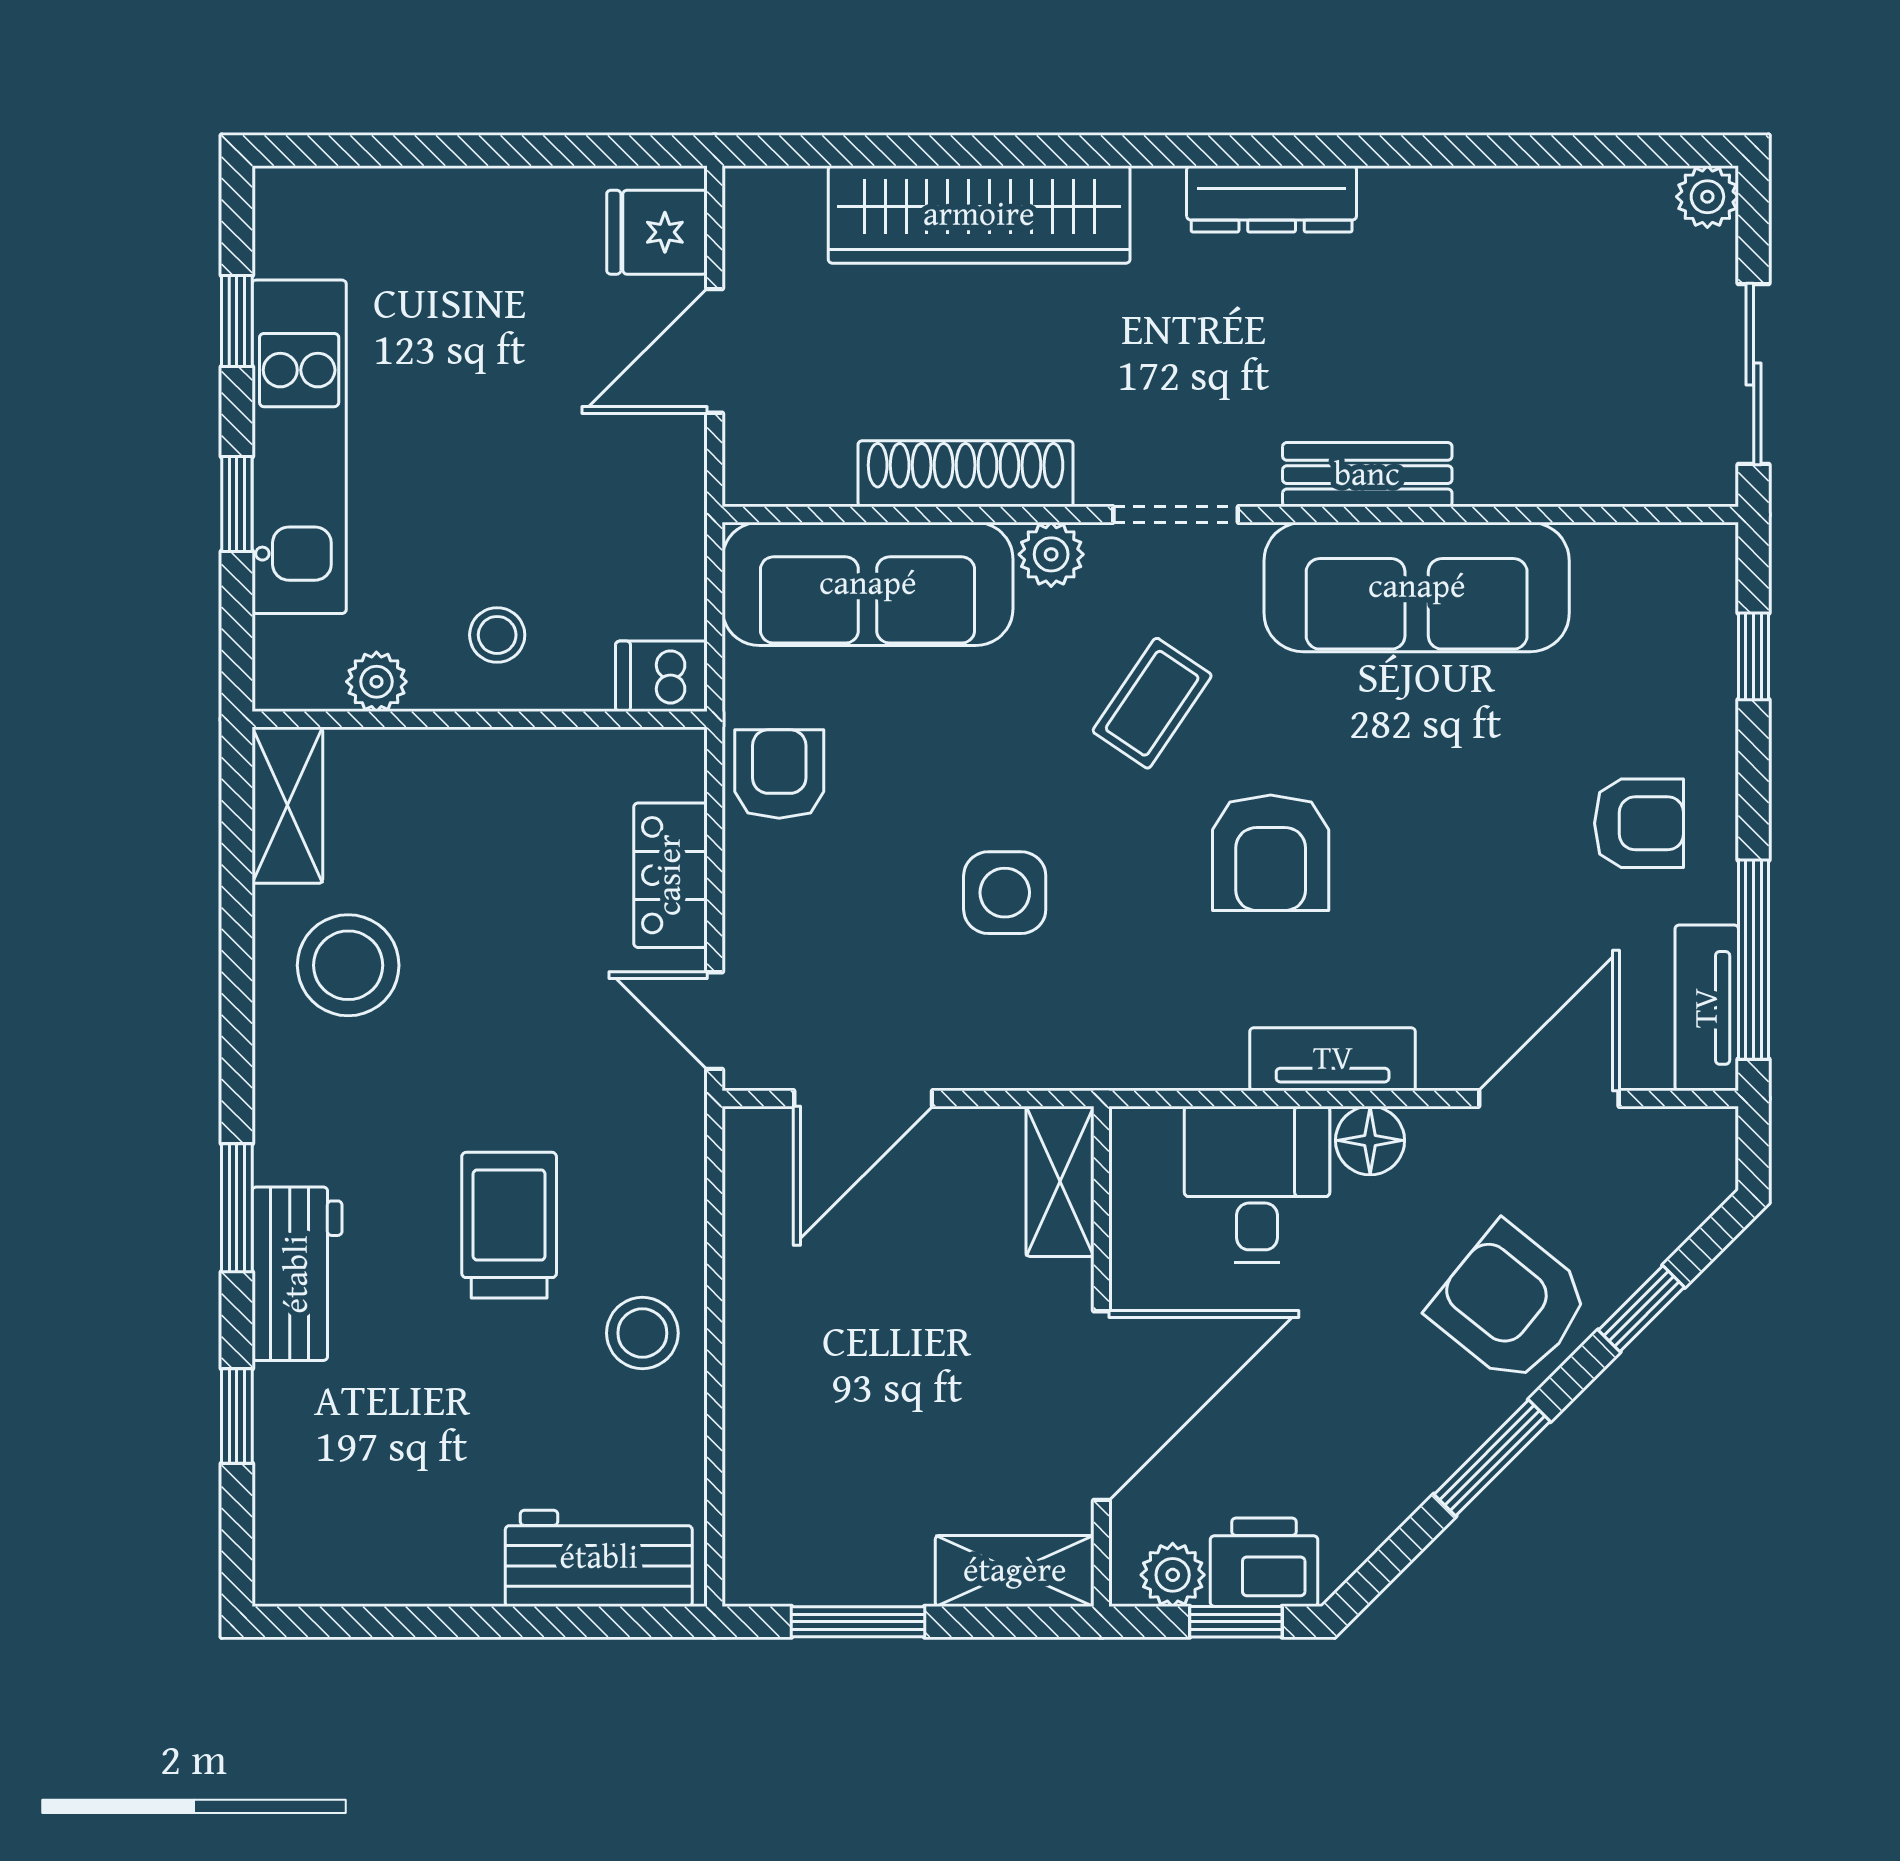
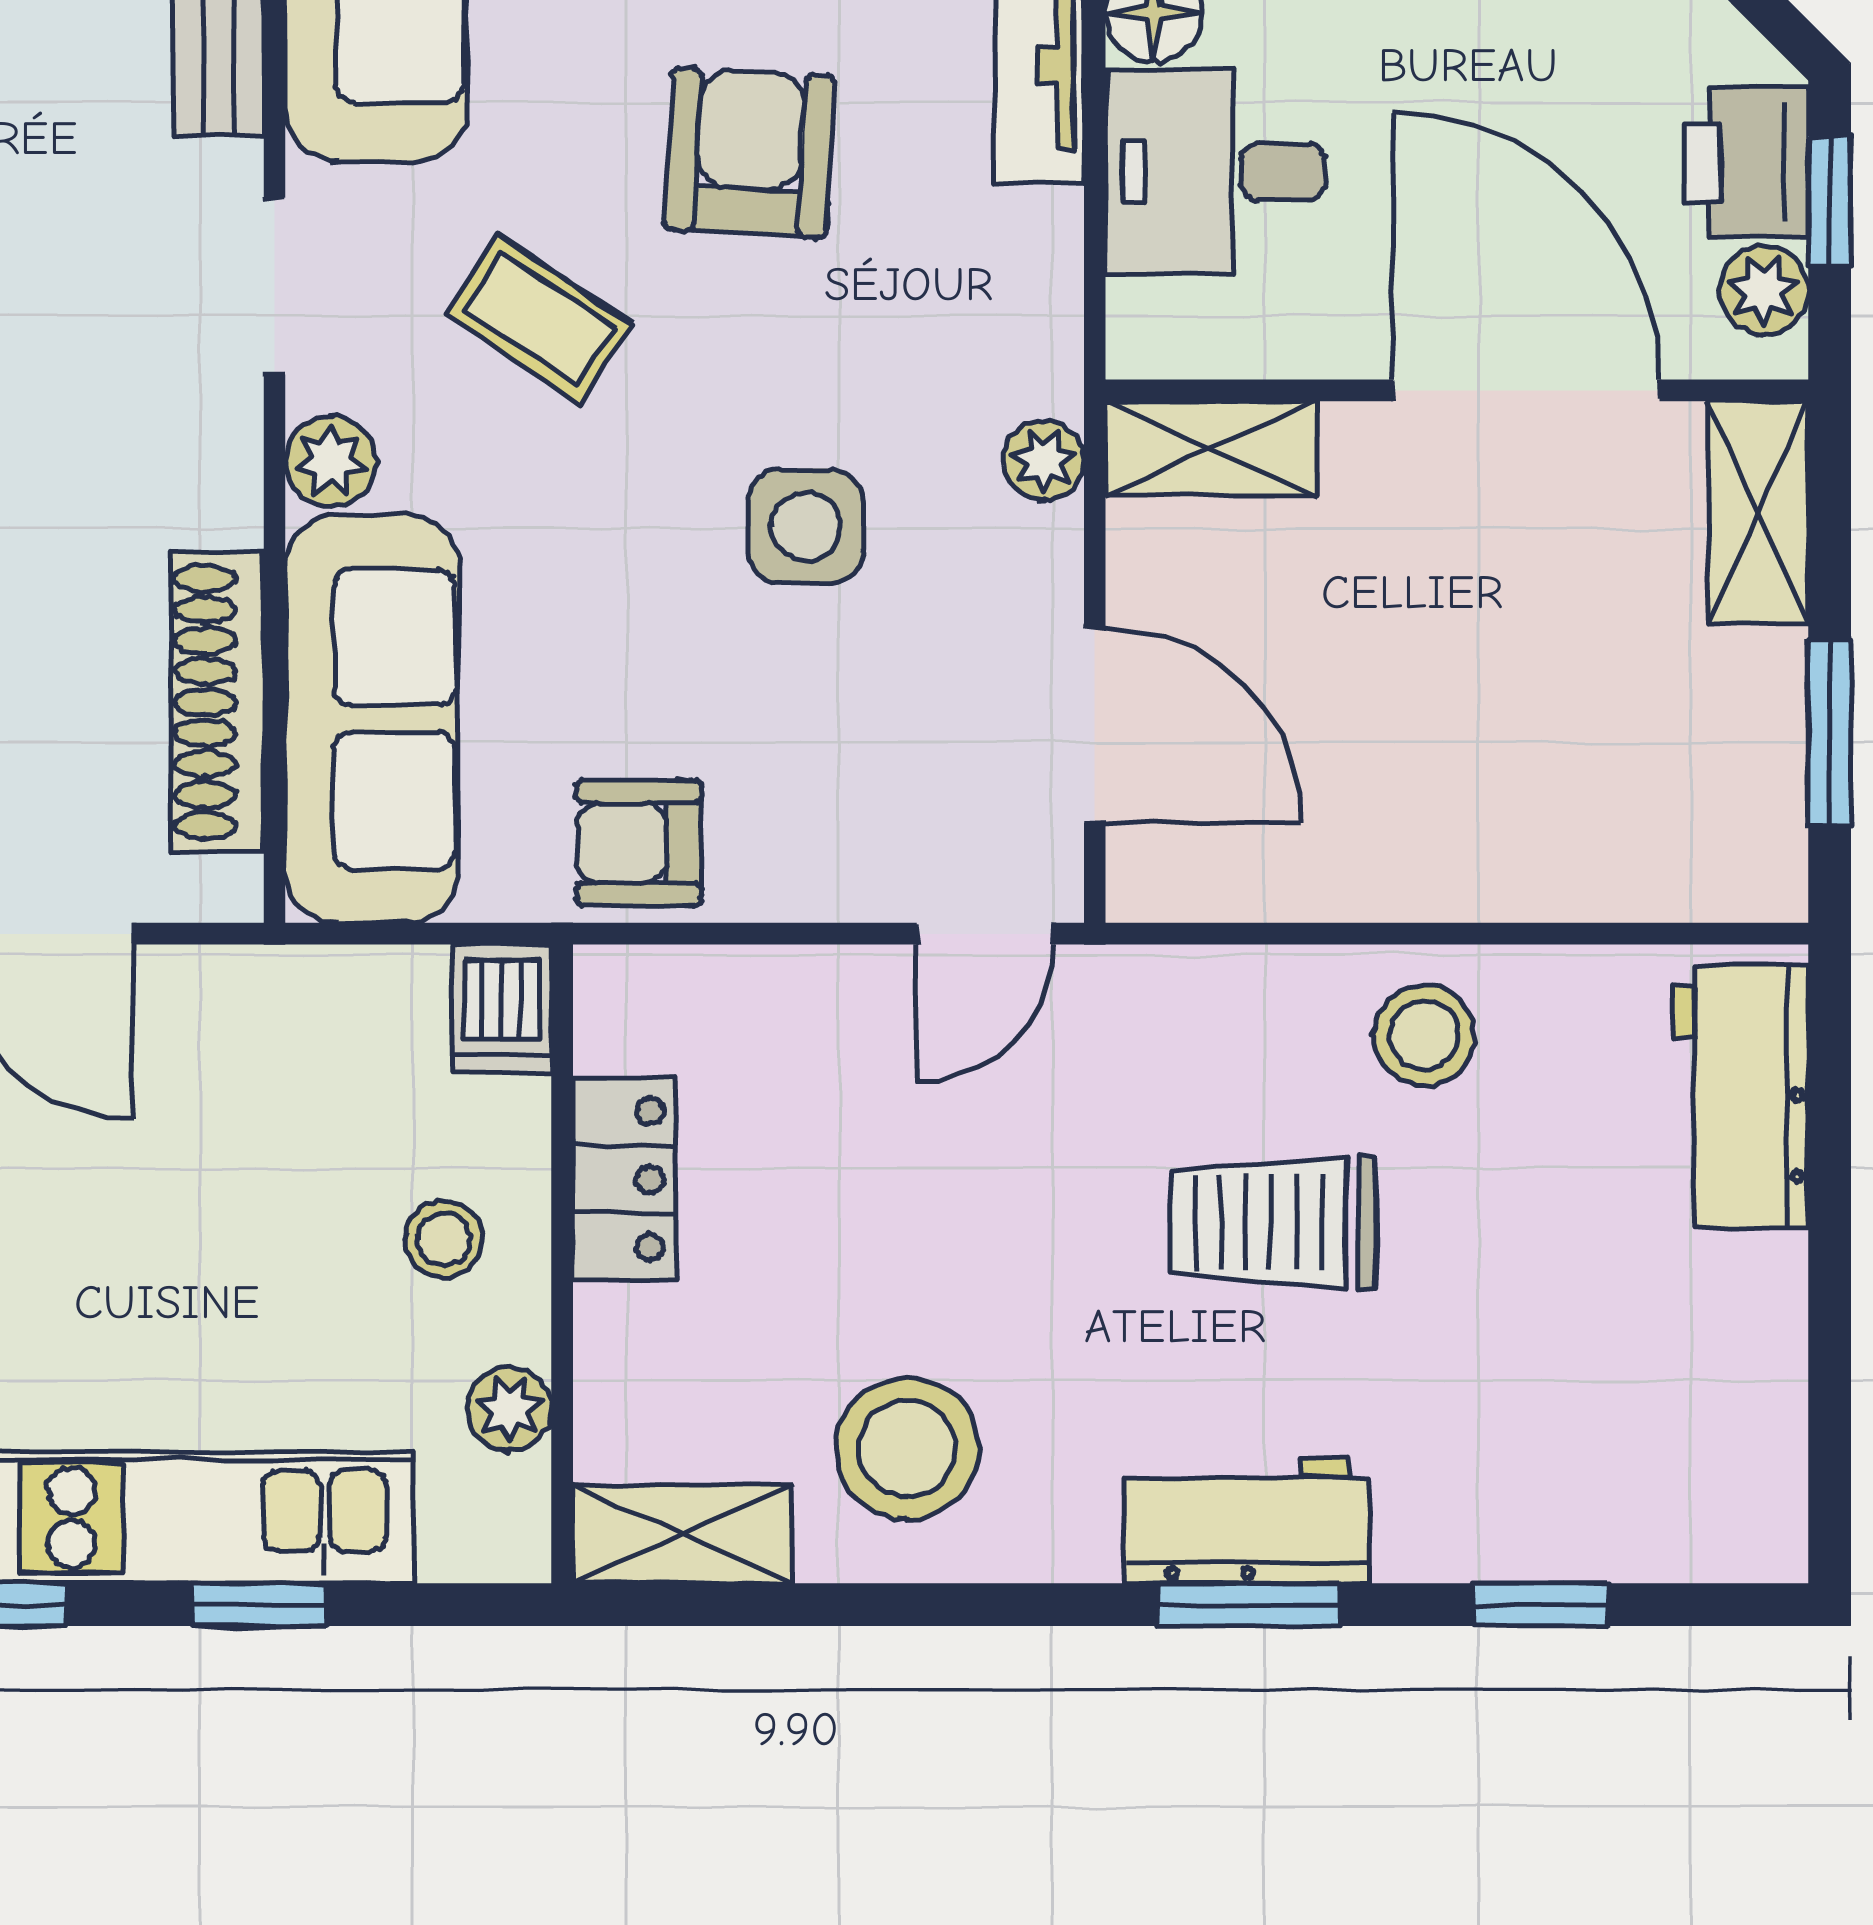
shoe rack: (966, 474) -> (217, 702), moved
armchair: (1271, 853) -> (750, 153), turned -87
locker: (670, 875) -> (624, 1179), moved, turned -90
plant: (1051, 1062) -> (1044, 461), added
workbench: (297, 1274) -> (1247, 1520), moved

